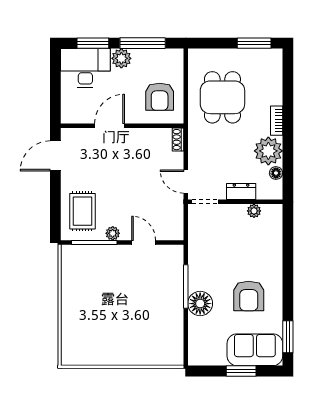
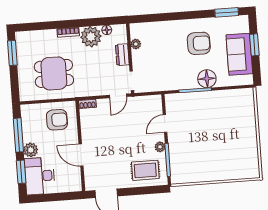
sofa: (255, 350) -> (239, 54), moved

